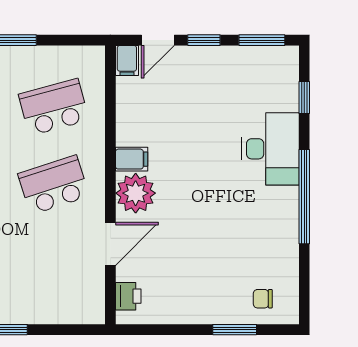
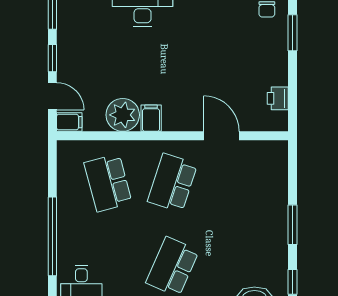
school desk: (54, 185) -> (172, 183), turned 36
plant: (136, 193) -> (123, 115), moved
printer: (128, 296) -> (278, 98), moved, turned -90

